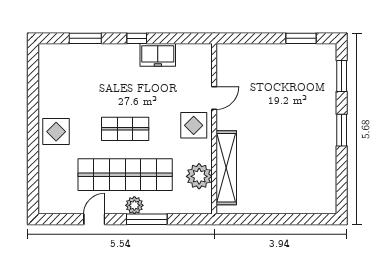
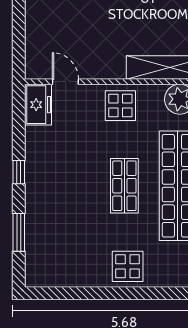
freezer: (158, 55) -> (38, 105), moved
door: (214, 98) -> (65, 82), moved

